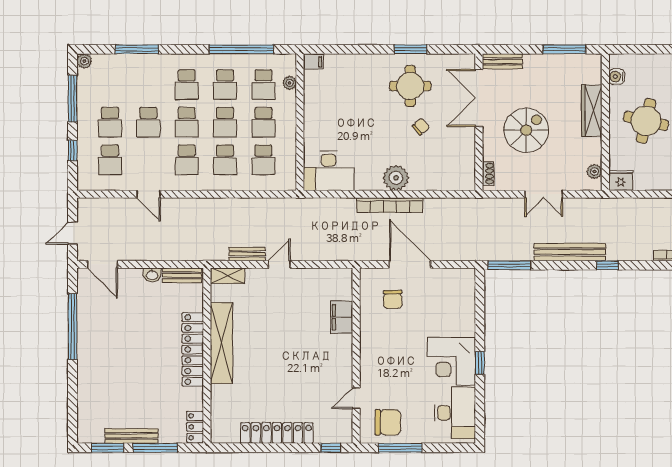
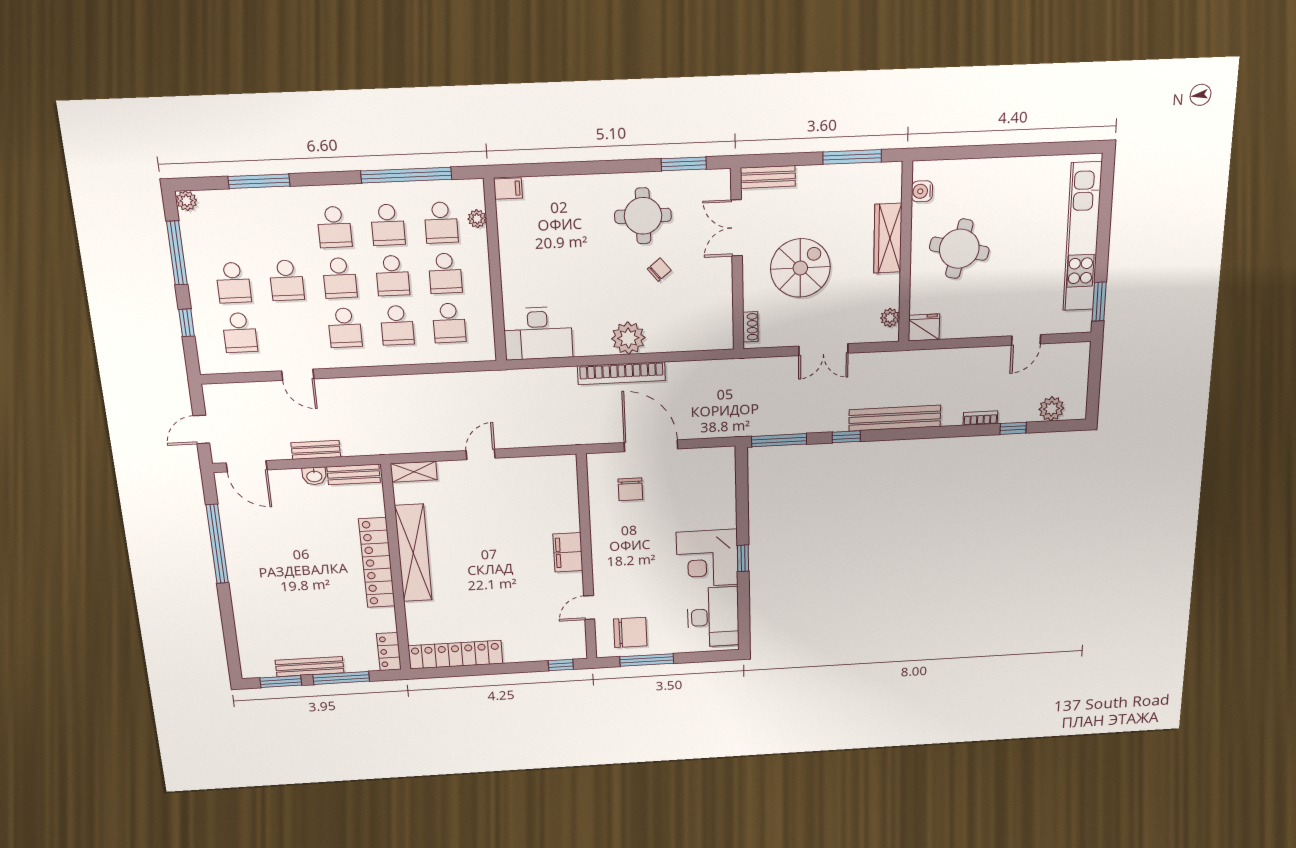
window: (411, 49) -> (684, 164), moved
double door: (479, 98) -> (737, 228), width x0.73
bench: (570, 252) -> (895, 418), moved
bench: (247, 254) -> (316, 450), moved
window: (607, 265) -> (846, 437), moved
filing cabinet: (342, 317) -> (568, 552), moved
locker: (277, 433) -> (455, 655), moved

